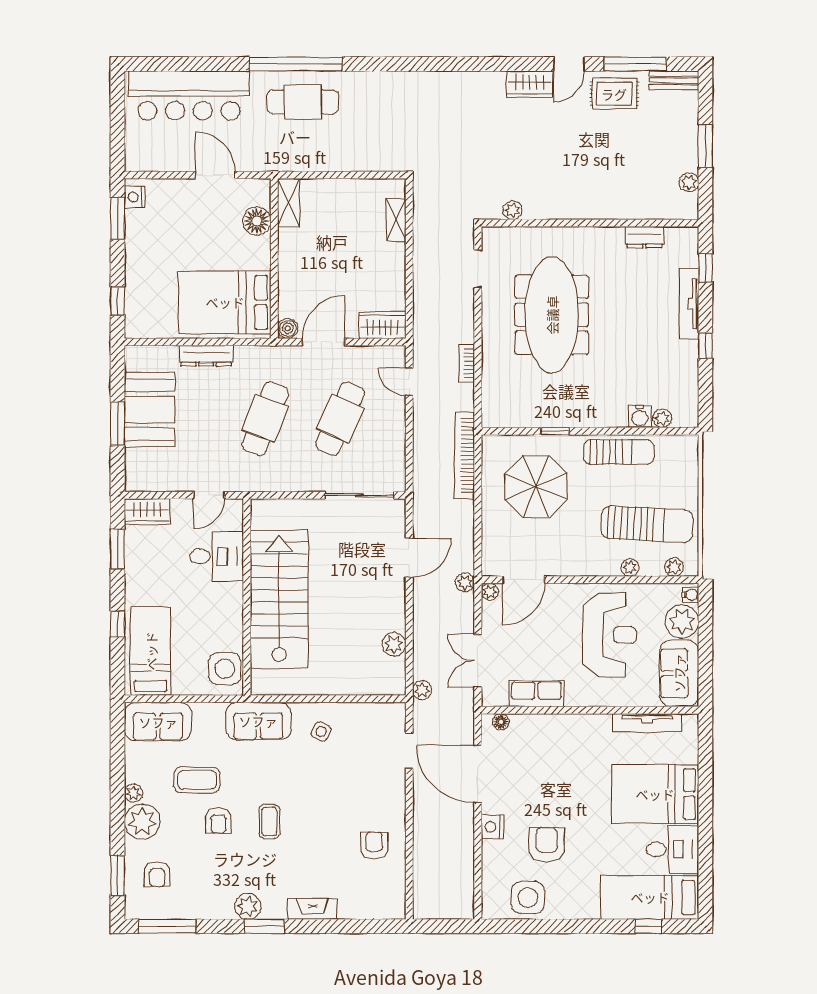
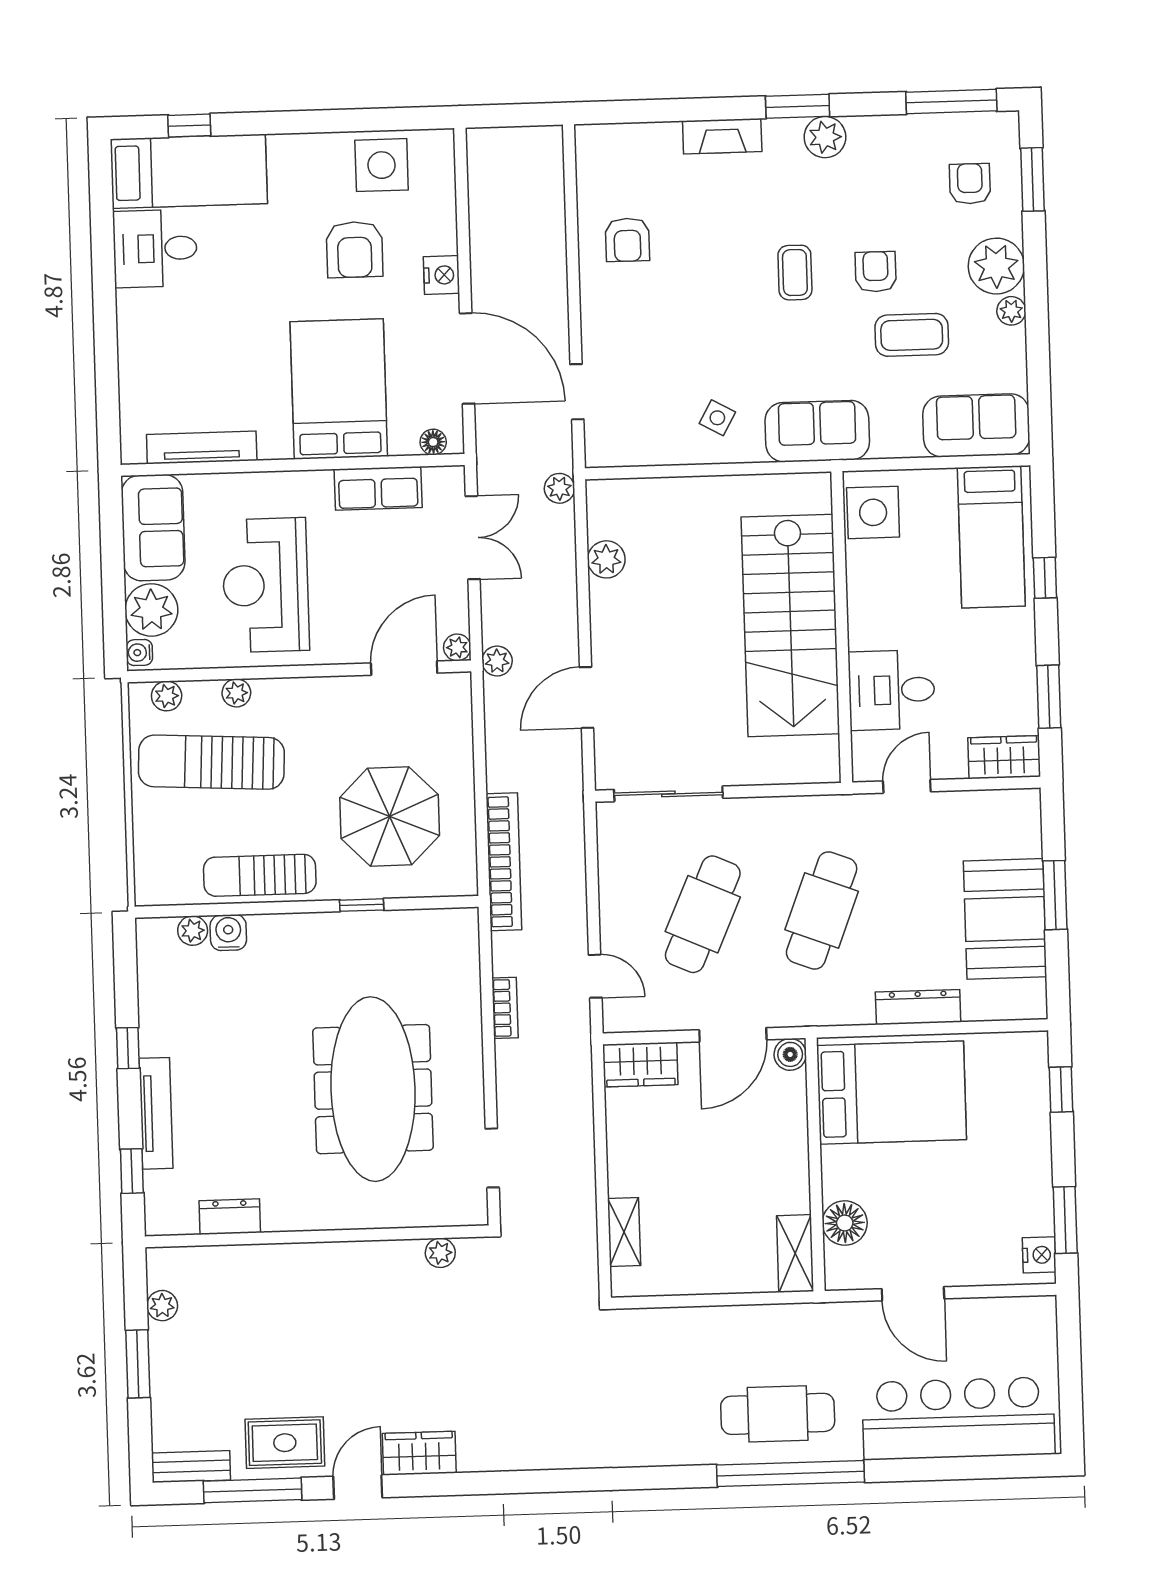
bed: (655, 794) -> (339, 389), moved, turned -90

